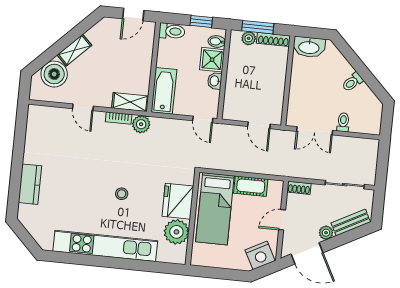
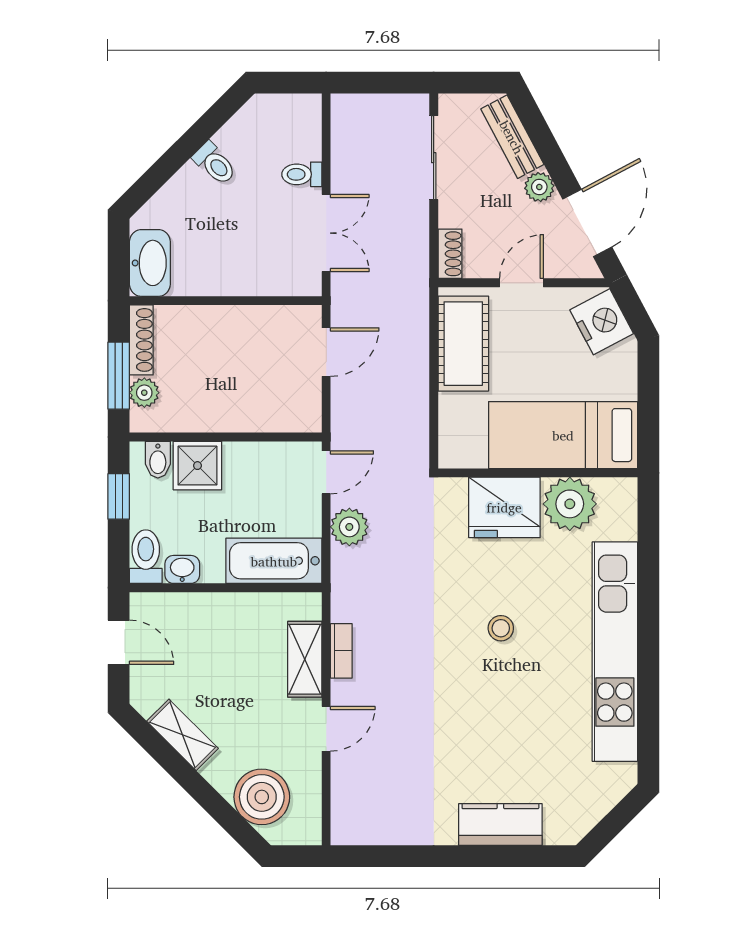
shelving: (74, 50) -> (183, 735), moved
washbasin: (215, 81) -> (182, 569), moved, turned 180
shelving: (130, 102) -> (305, 659), moved
plant: (141, 124) -> (349, 527), moved
cot: (251, 186) -> (463, 344), width x1.37, depth x1.34
bed: (215, 209) -> (563, 435), moved, turned 180
door: (282, 220) -> (521, 283), swing flipped

